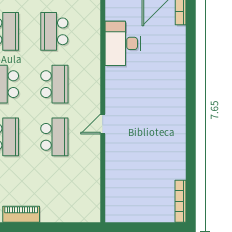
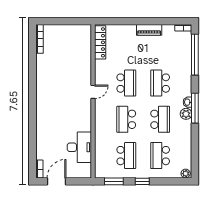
school desk: (54, 137) -> (126, 83), turned 180
locker: (92, 196) -> (100, 42), added

